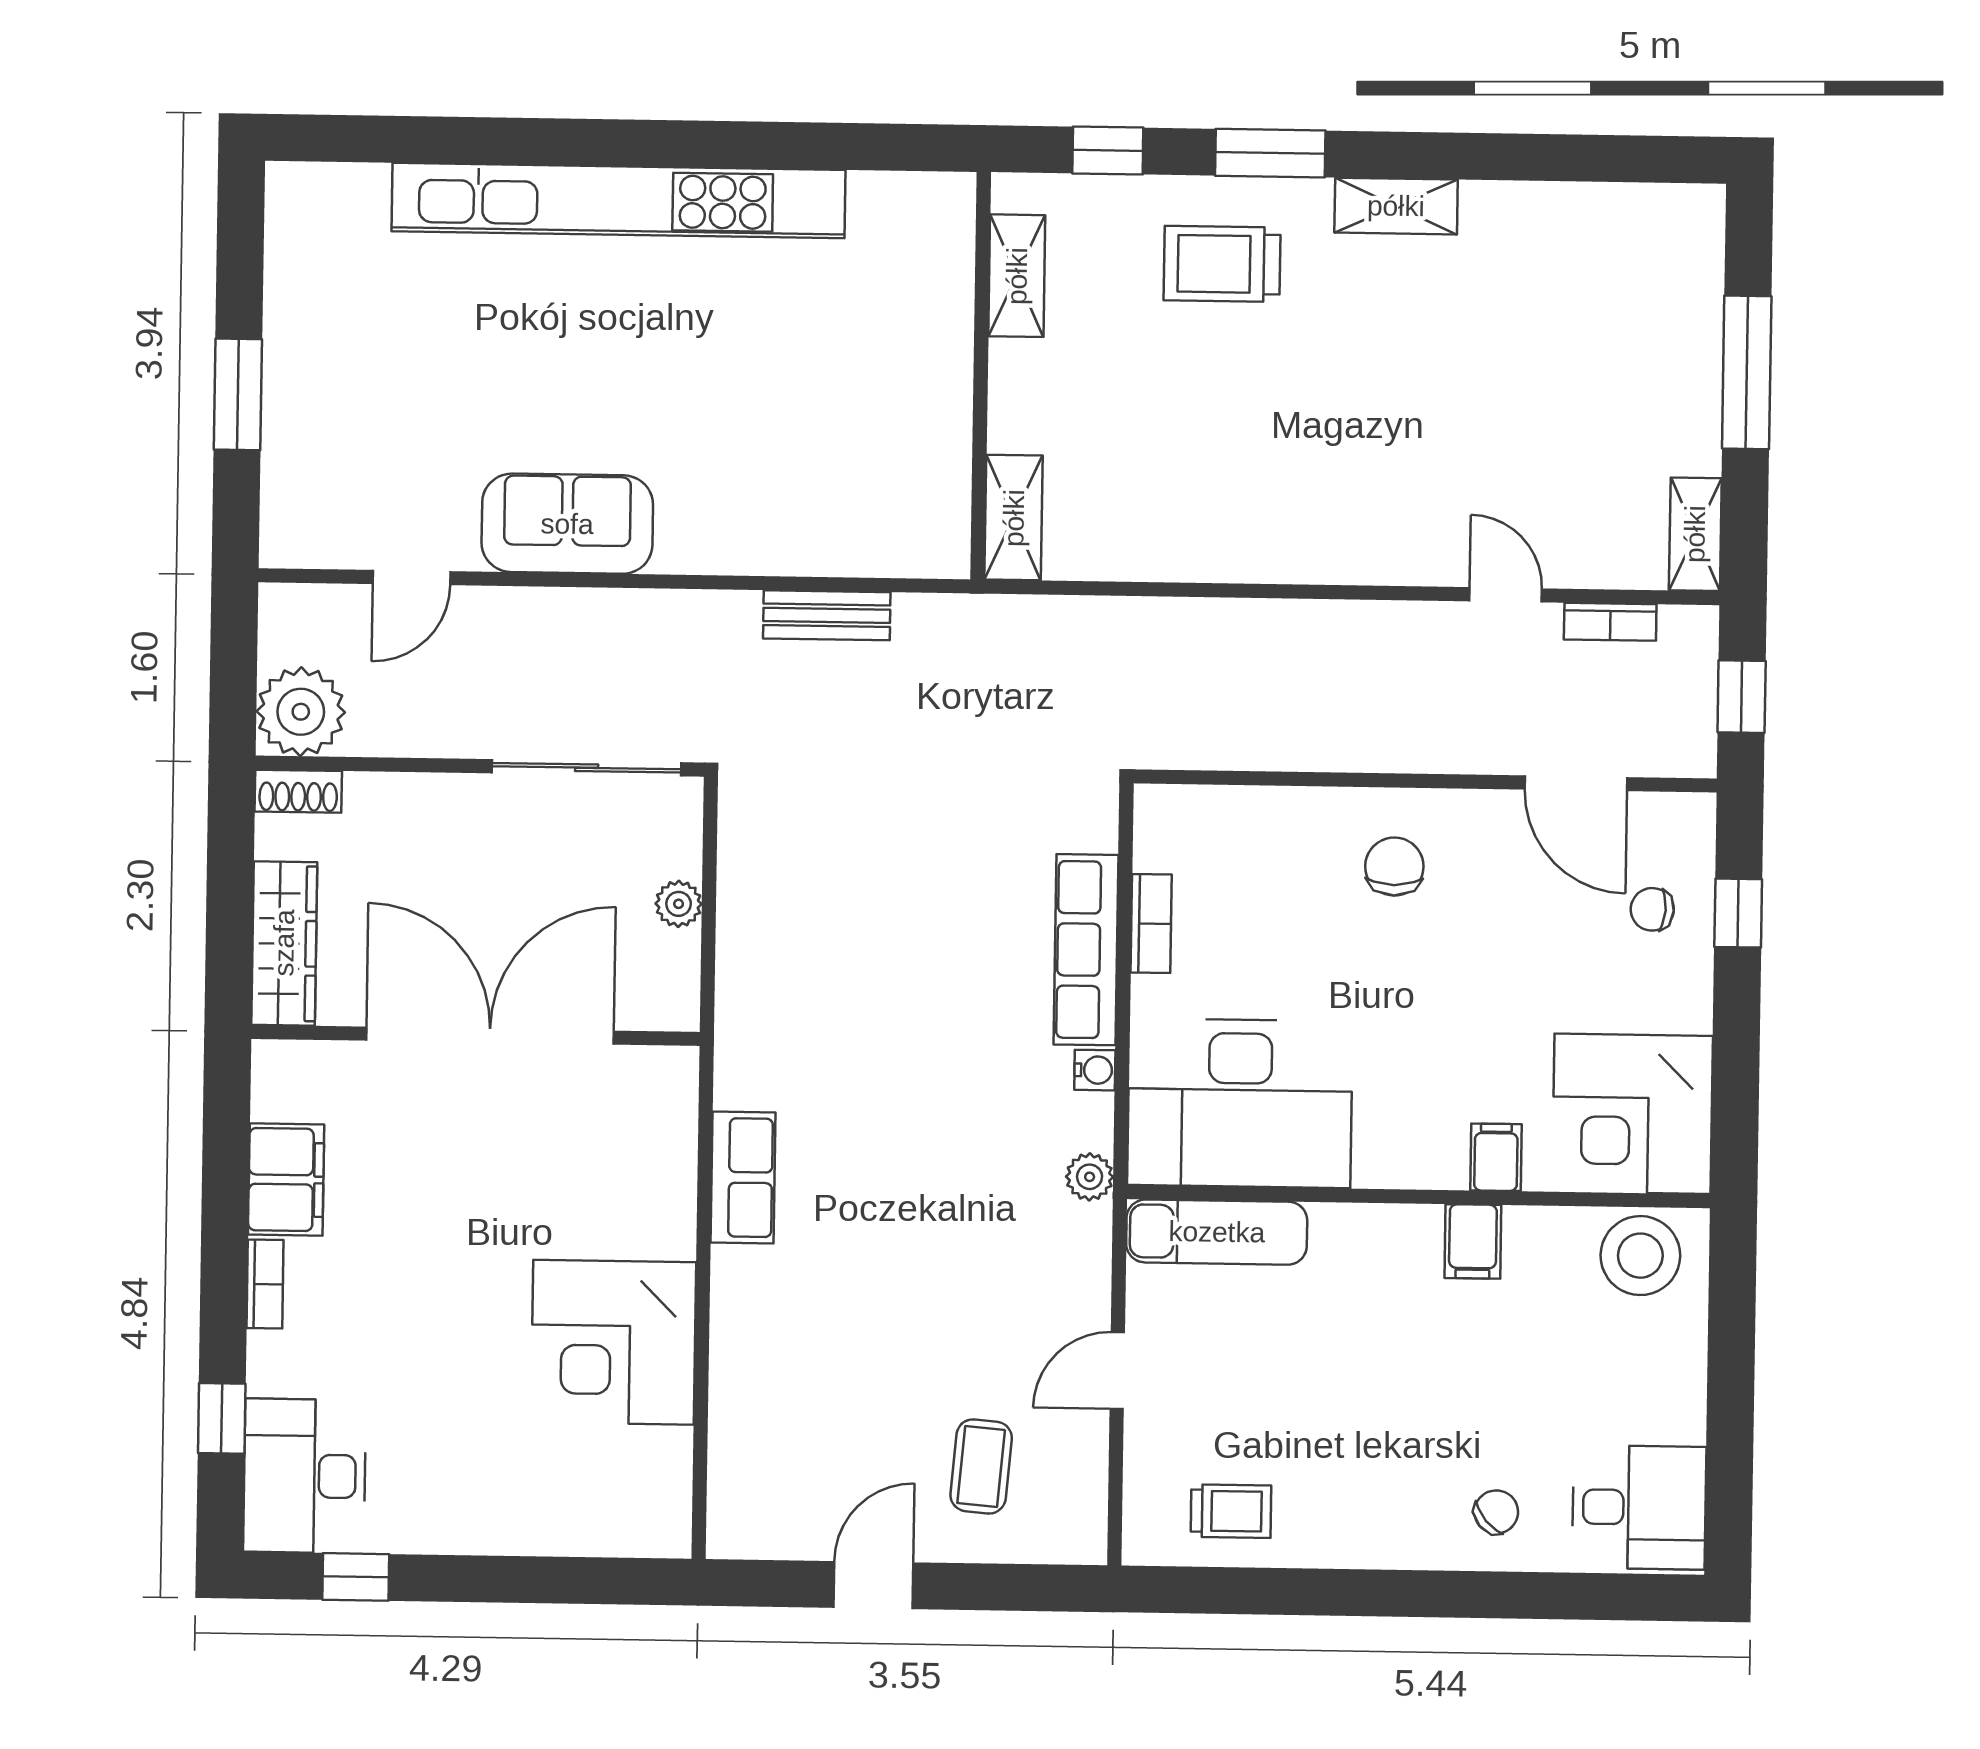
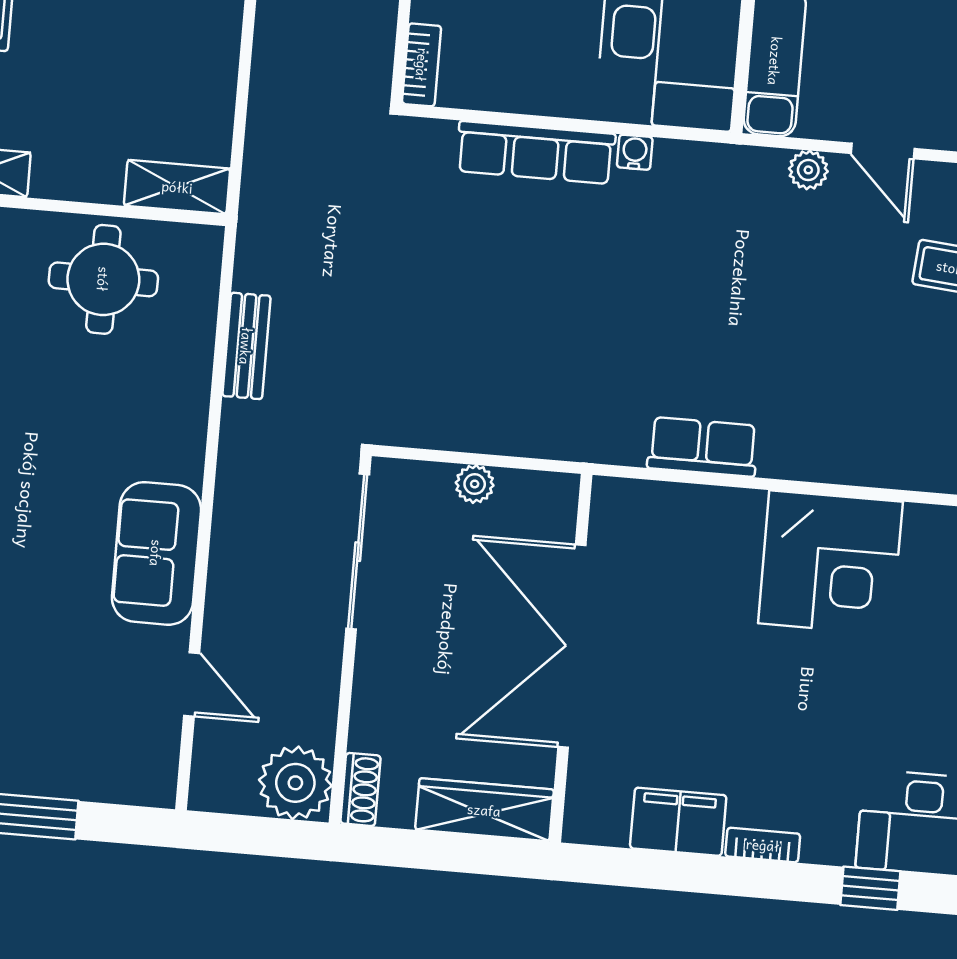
round table: (895, 436) -> (103, 279), added
bookcase: (1151, 924) -> (422, 65), moved, turned 90
plant: (1090, 1177) -> (808, 170), moved

